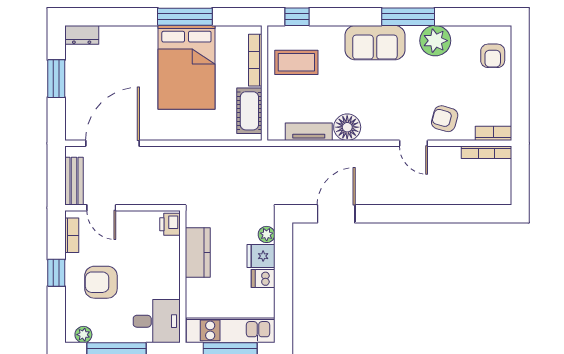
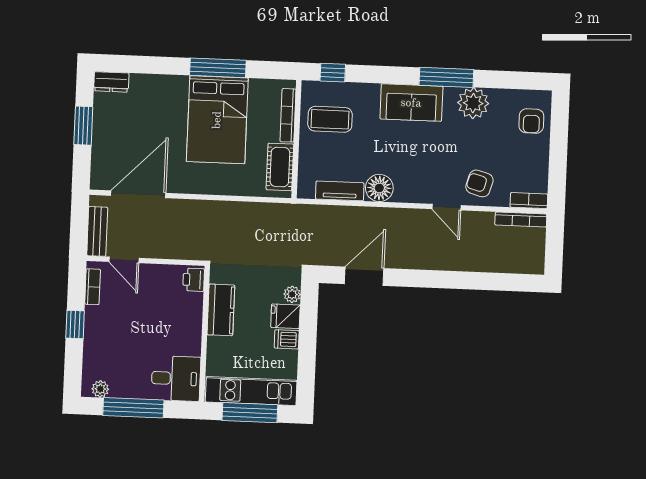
armchair: (101, 282) -> (120, 336), removed

